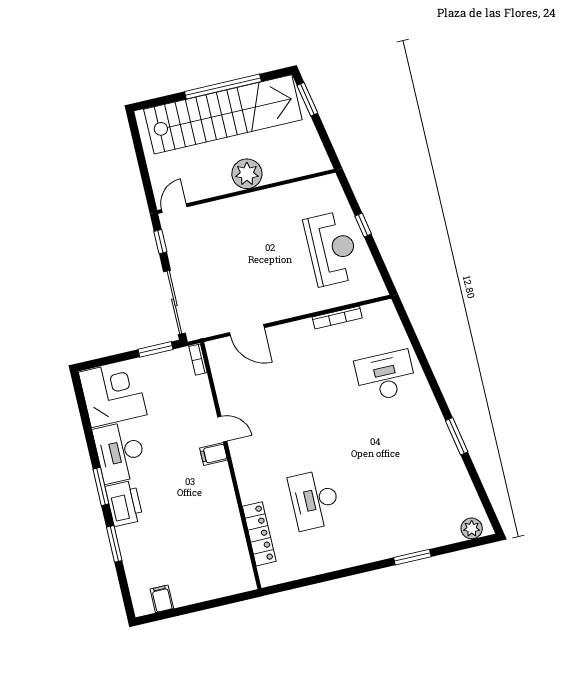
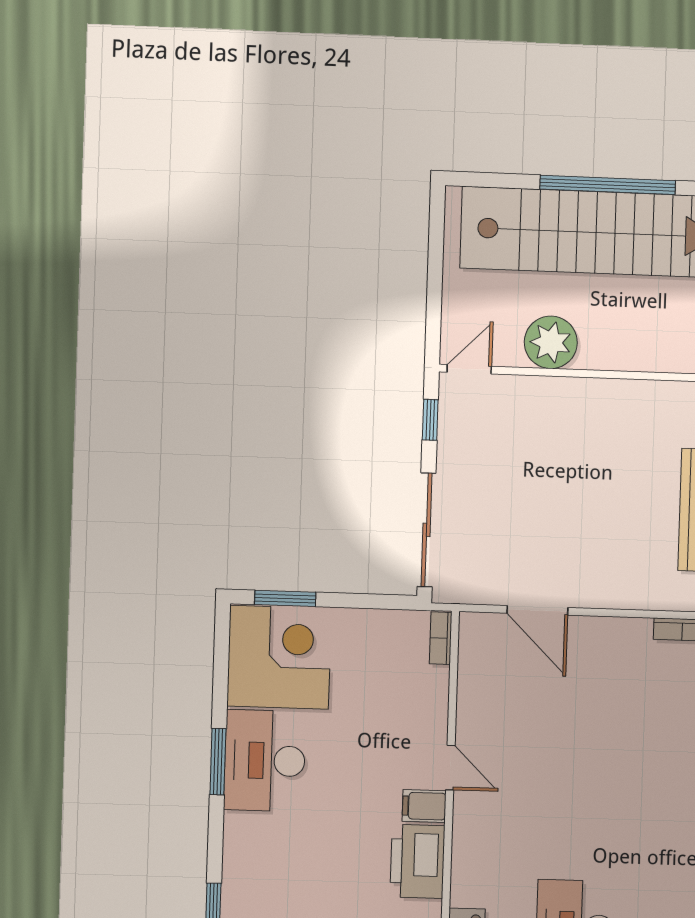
plant: (247, 174) -> (551, 342), moved
window: (155, 349) -> (285, 598), moved
window: (101, 487) -> (218, 762), moved
printer: (124, 503) -> (417, 861), moved, turned 180

